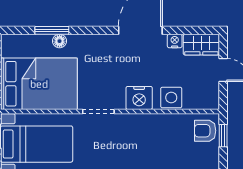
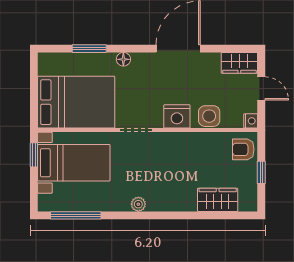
floor lamp: (60, 41) -> (123, 59), moved
nightstand: (175, 41) -> (251, 121), moved, turned 90
window: (223, 136) -> (261, 172), moved

